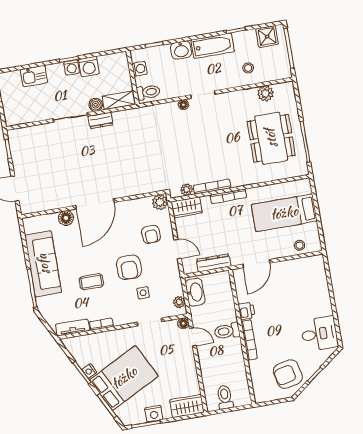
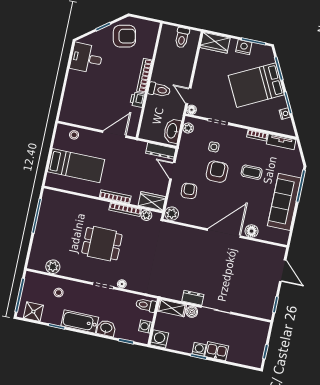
washing machine: (89, 67) -> (159, 339), moved
kitchen sink: (34, 76) -> (217, 351), moved
dining table: (271, 138) -> (102, 244), moved, width x0.73
dresser: (214, 263) -> (161, 151), moved
nightstand: (89, 371) -> (285, 114), moved

